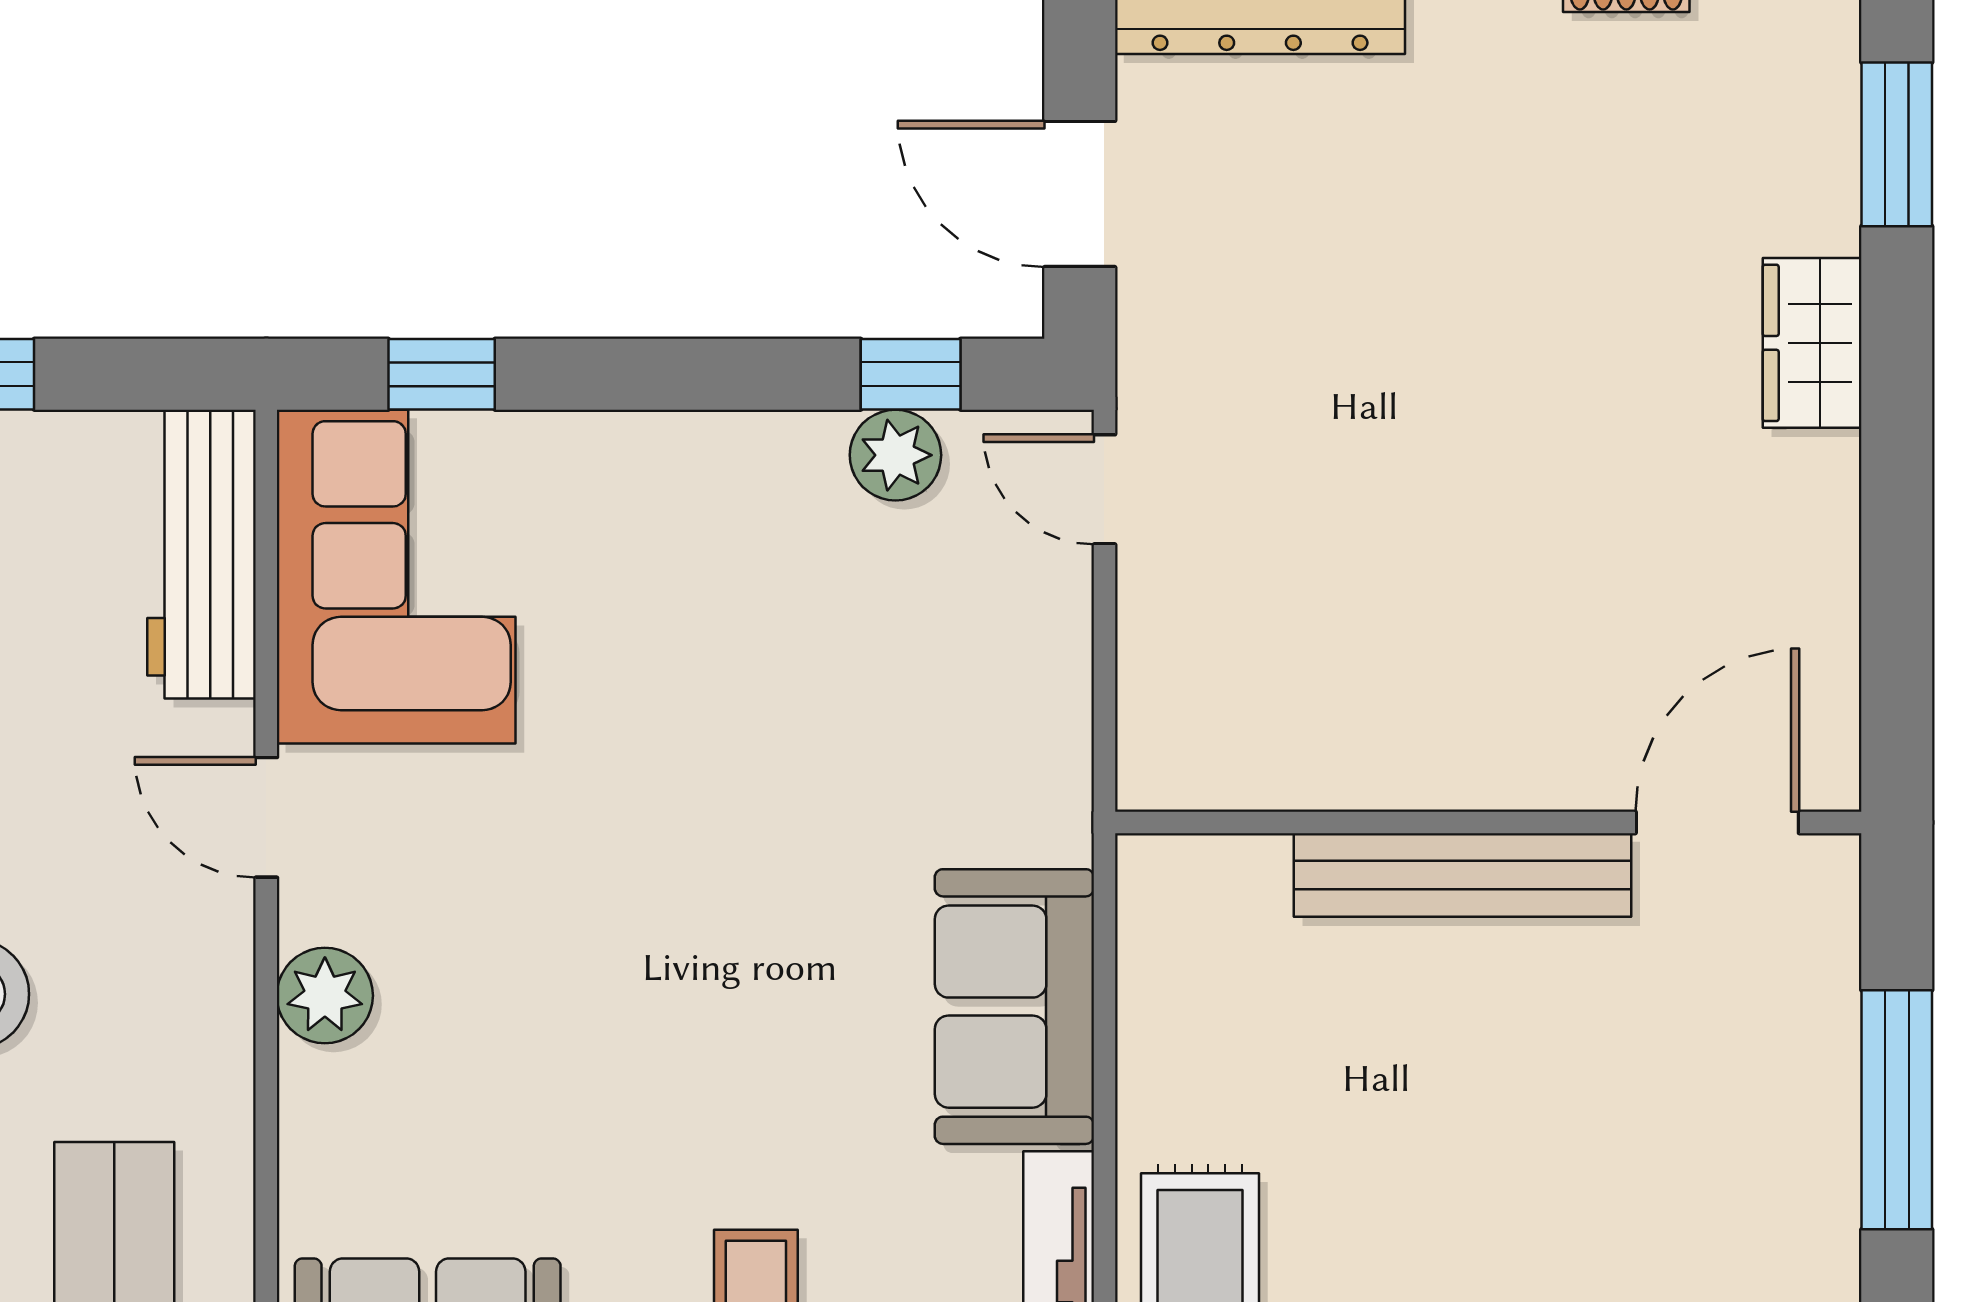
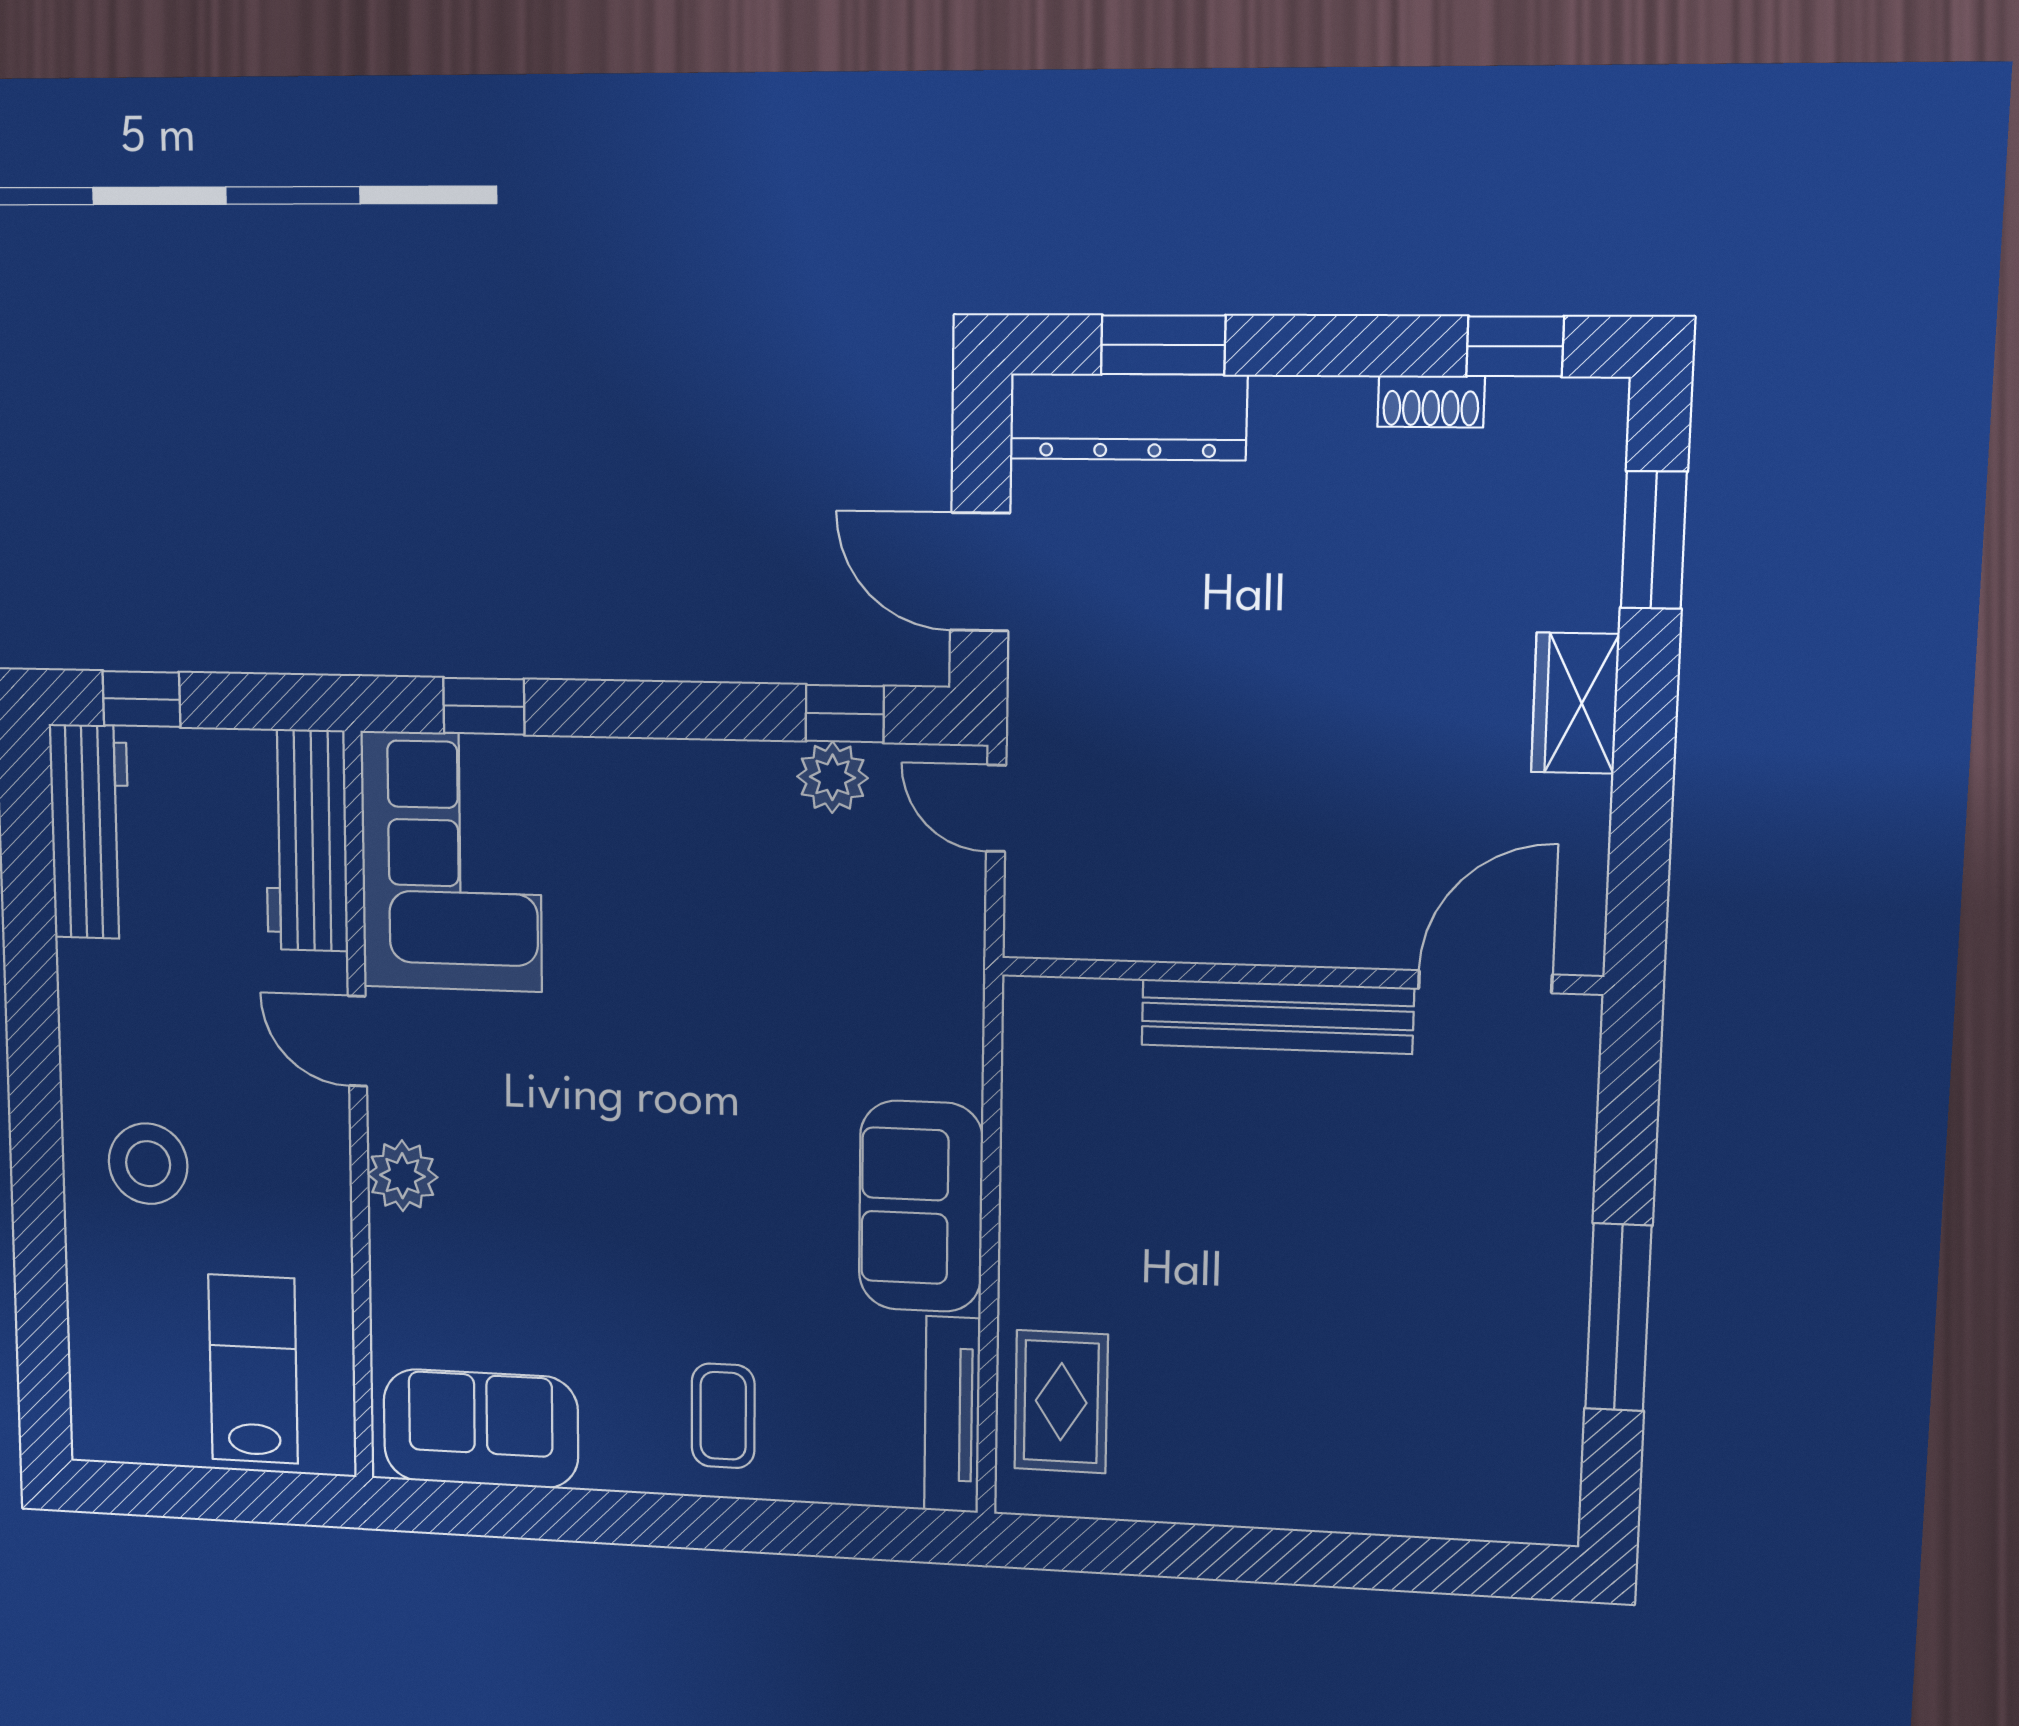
wall: (1488, 822) -> (1299, 976), moved
door: (1717, 822) -> (1485, 982), moved
bench: (1462, 875) -> (1277, 1016), moved

